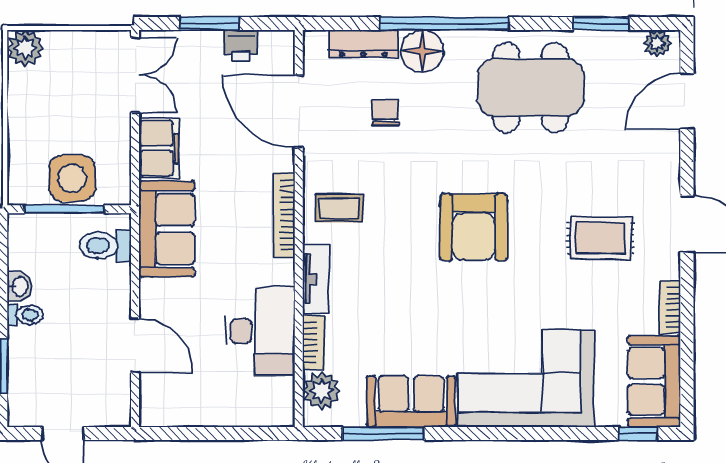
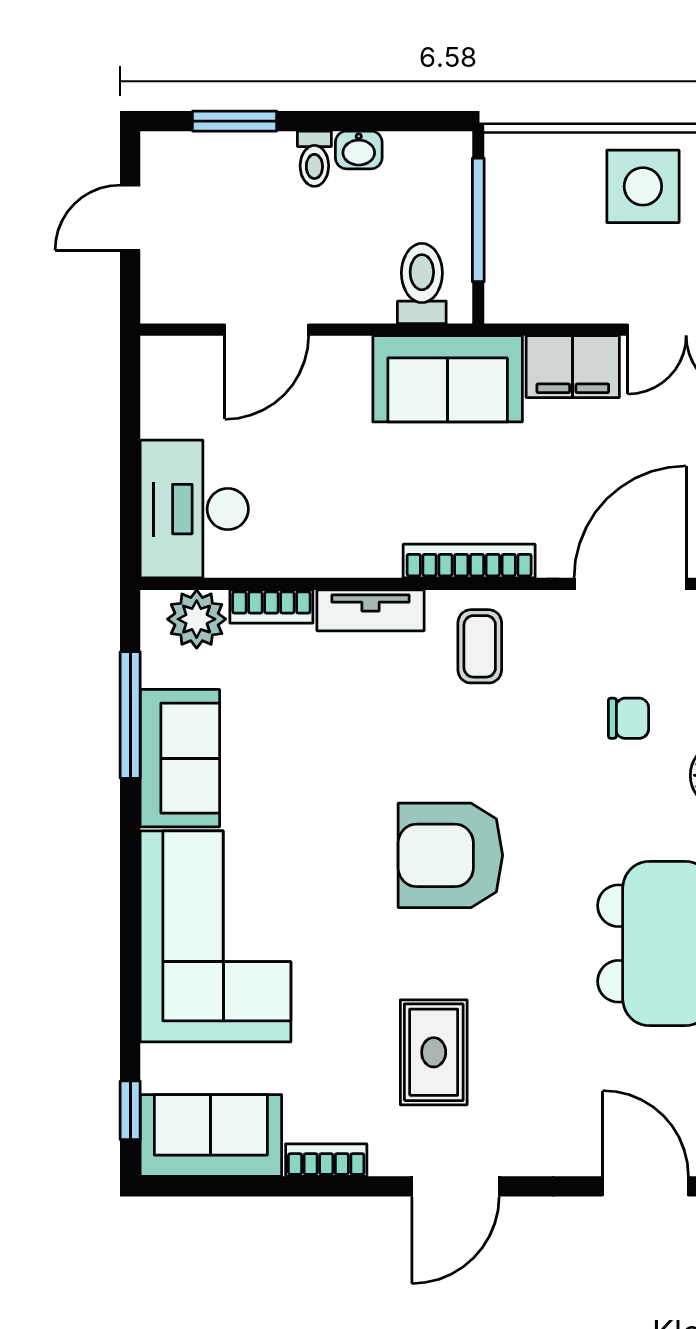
side table: (72, 178) -> (643, 186), moved
desk: (260, 331) -> (194, 509), moved, turned 90

